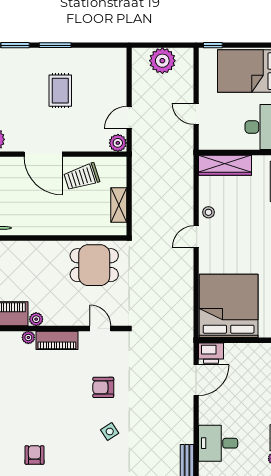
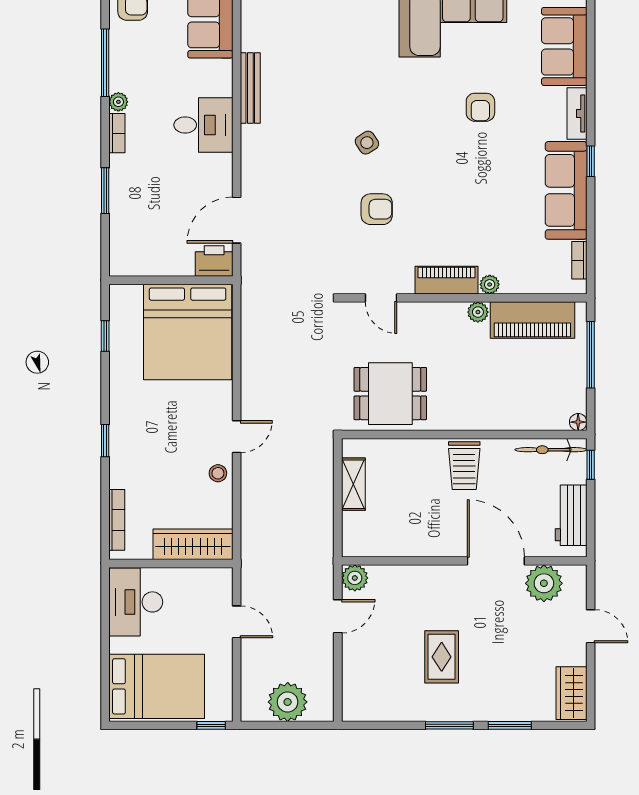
door: (43, 154) -> (496, 561), moved
trolley: (82, 177) -> (464, 466), moved, turned 108

